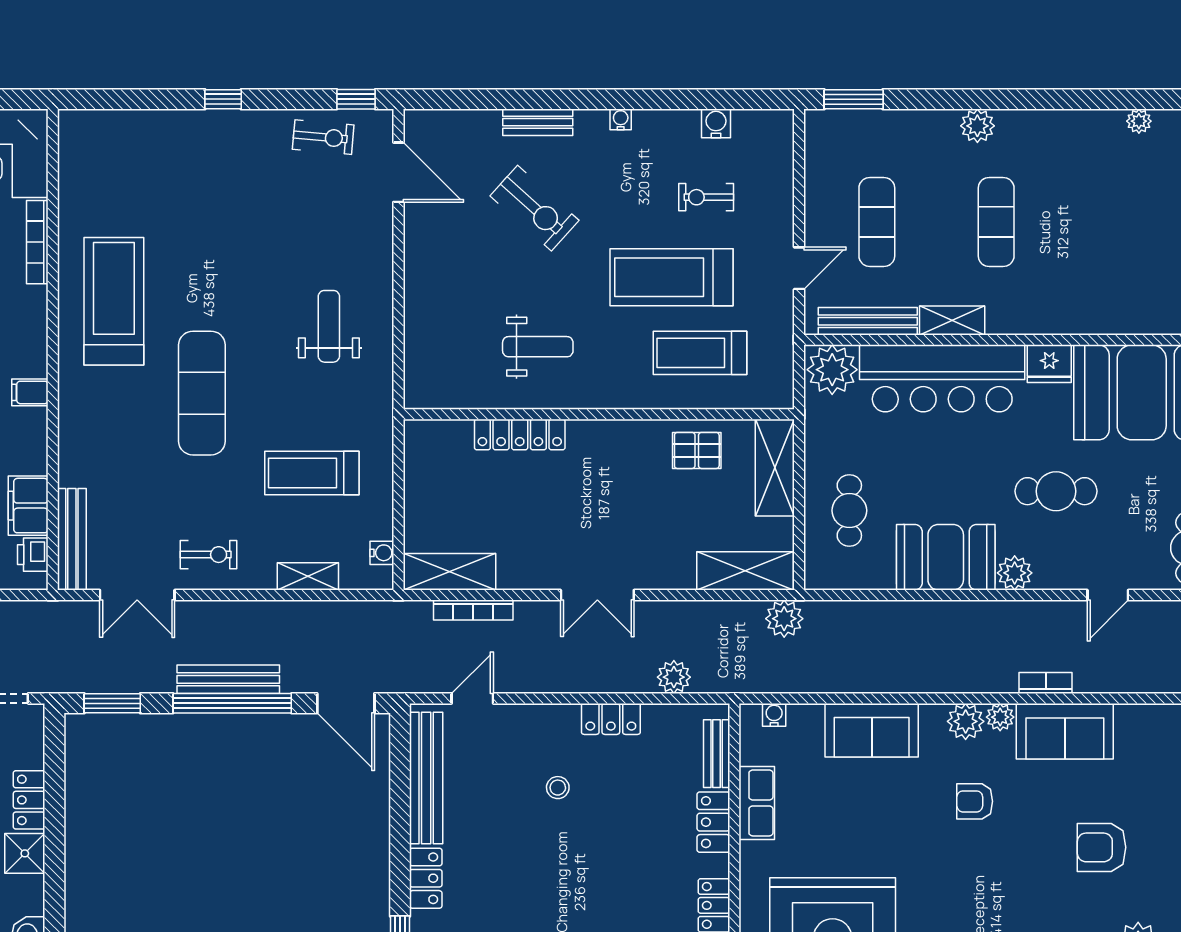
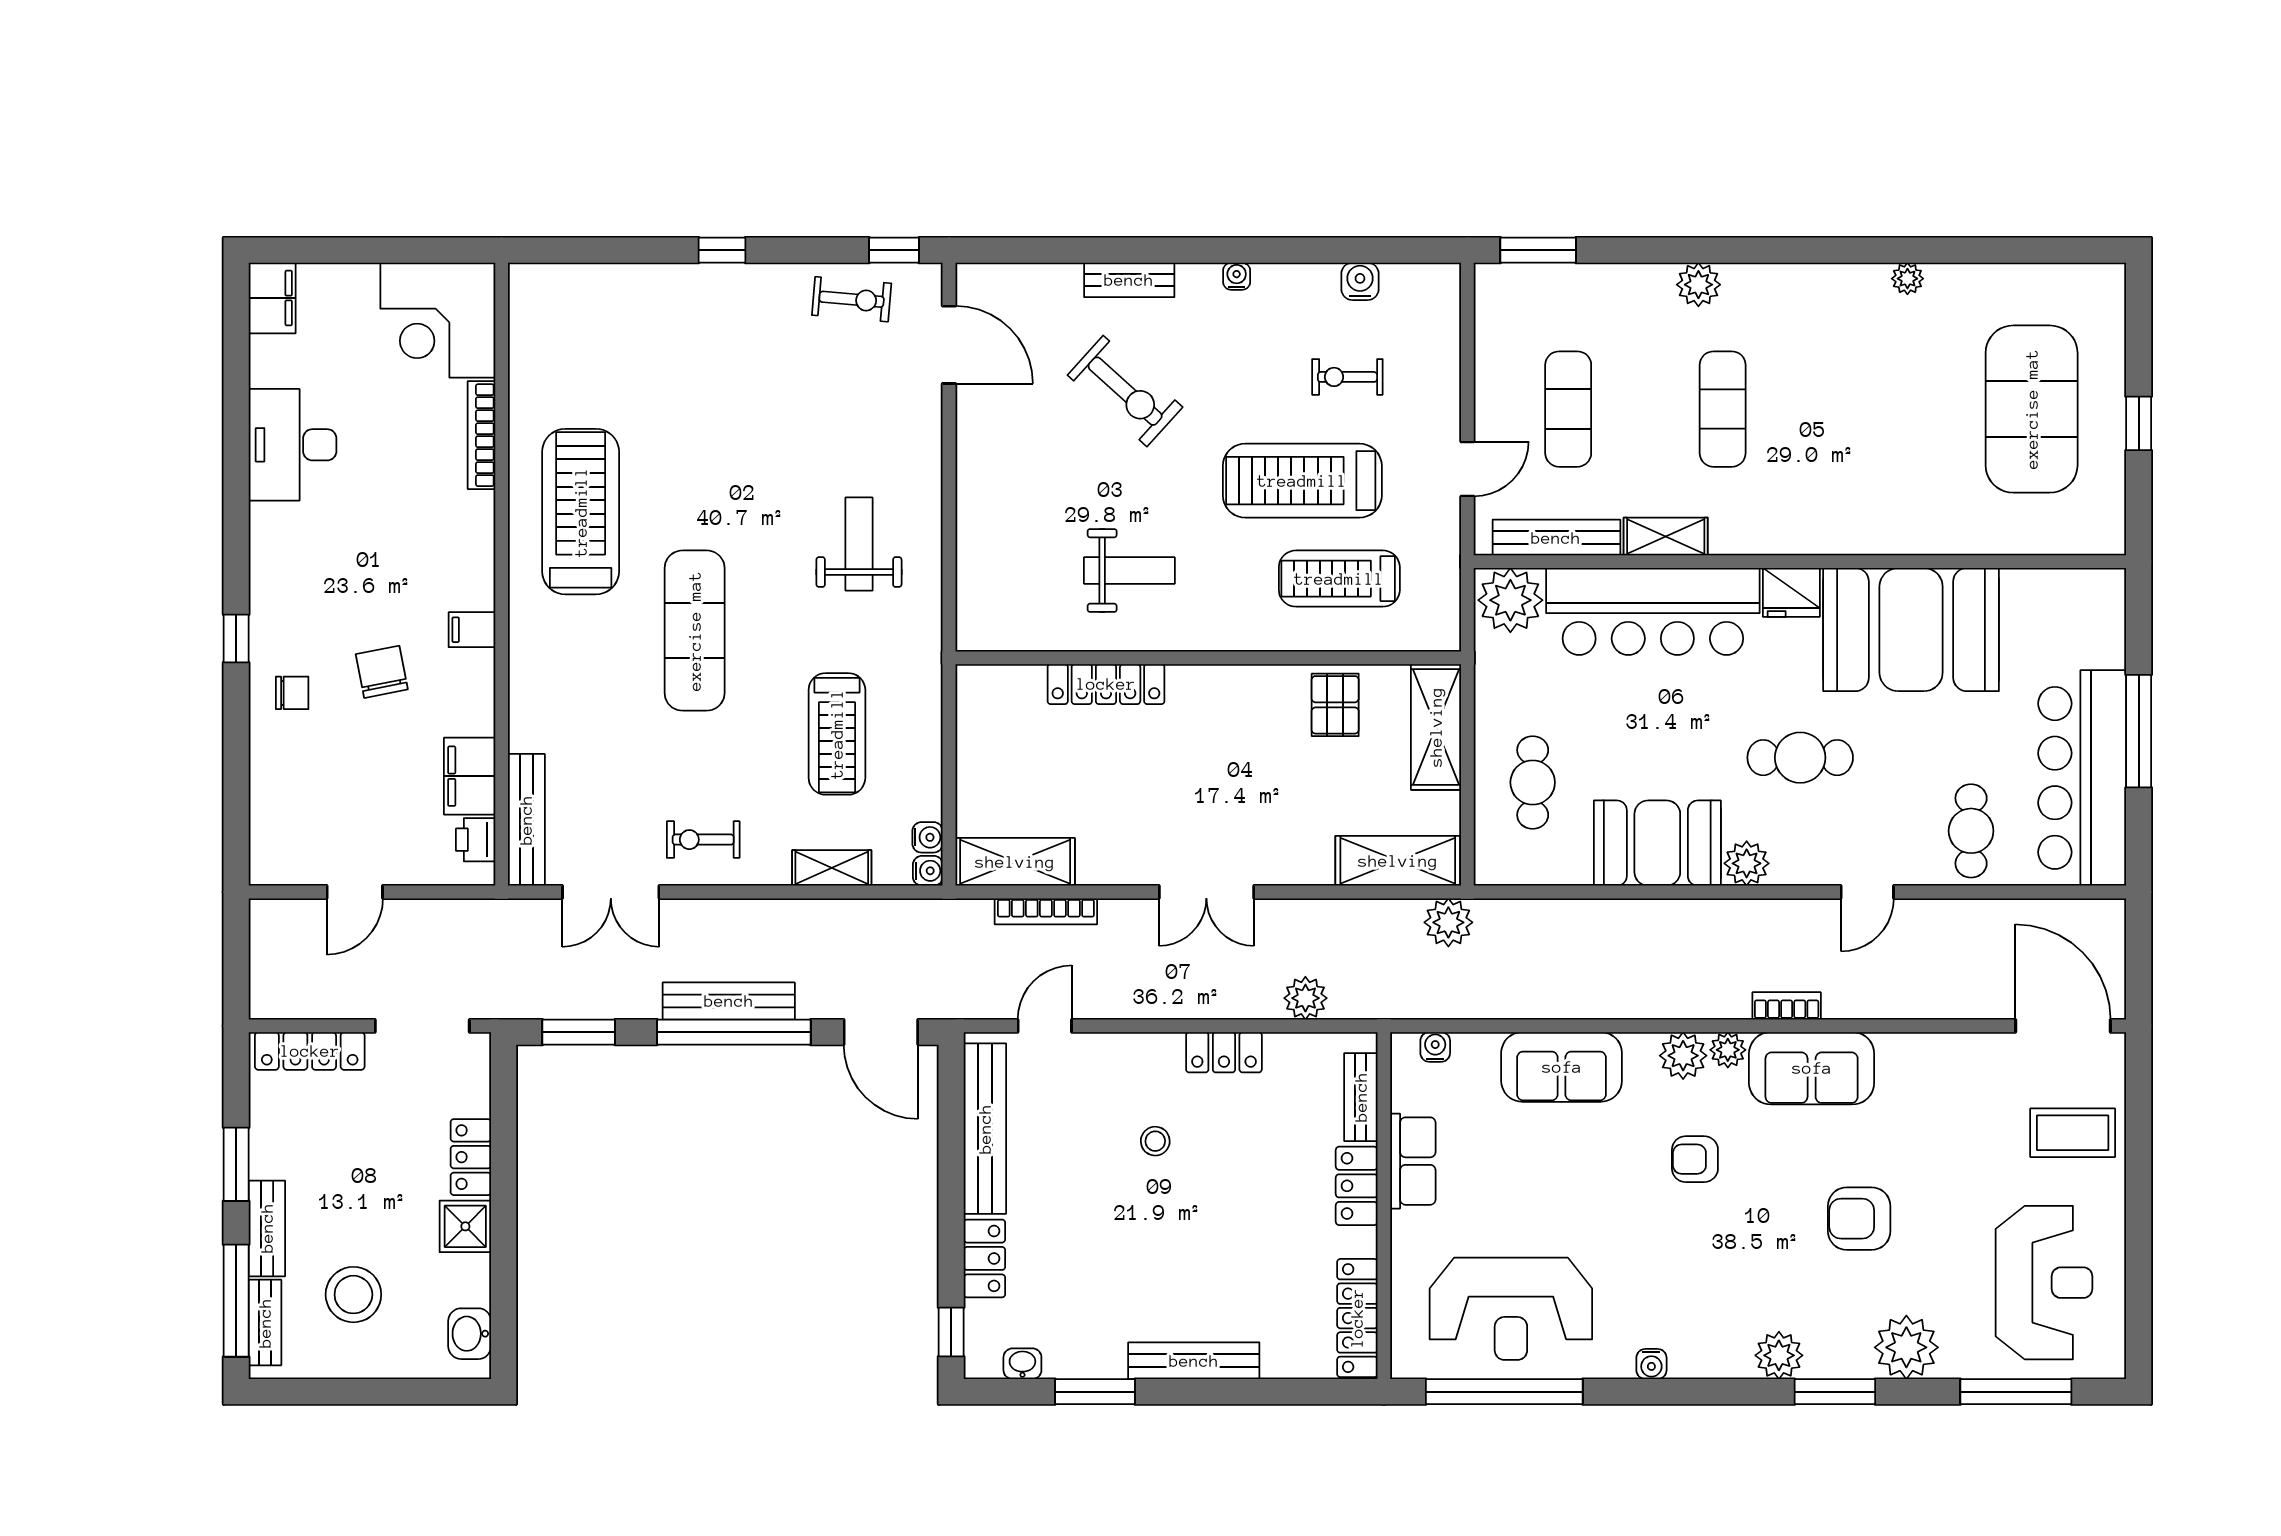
pallet: (697, 450) -> (1335, 705), turned 90
treadmill: (312, 473) -> (837, 734), turned -90
exercise bike: (208, 555) -> (703, 840), turned 180
water cooler: (382, 579) -> (928, 871), added

